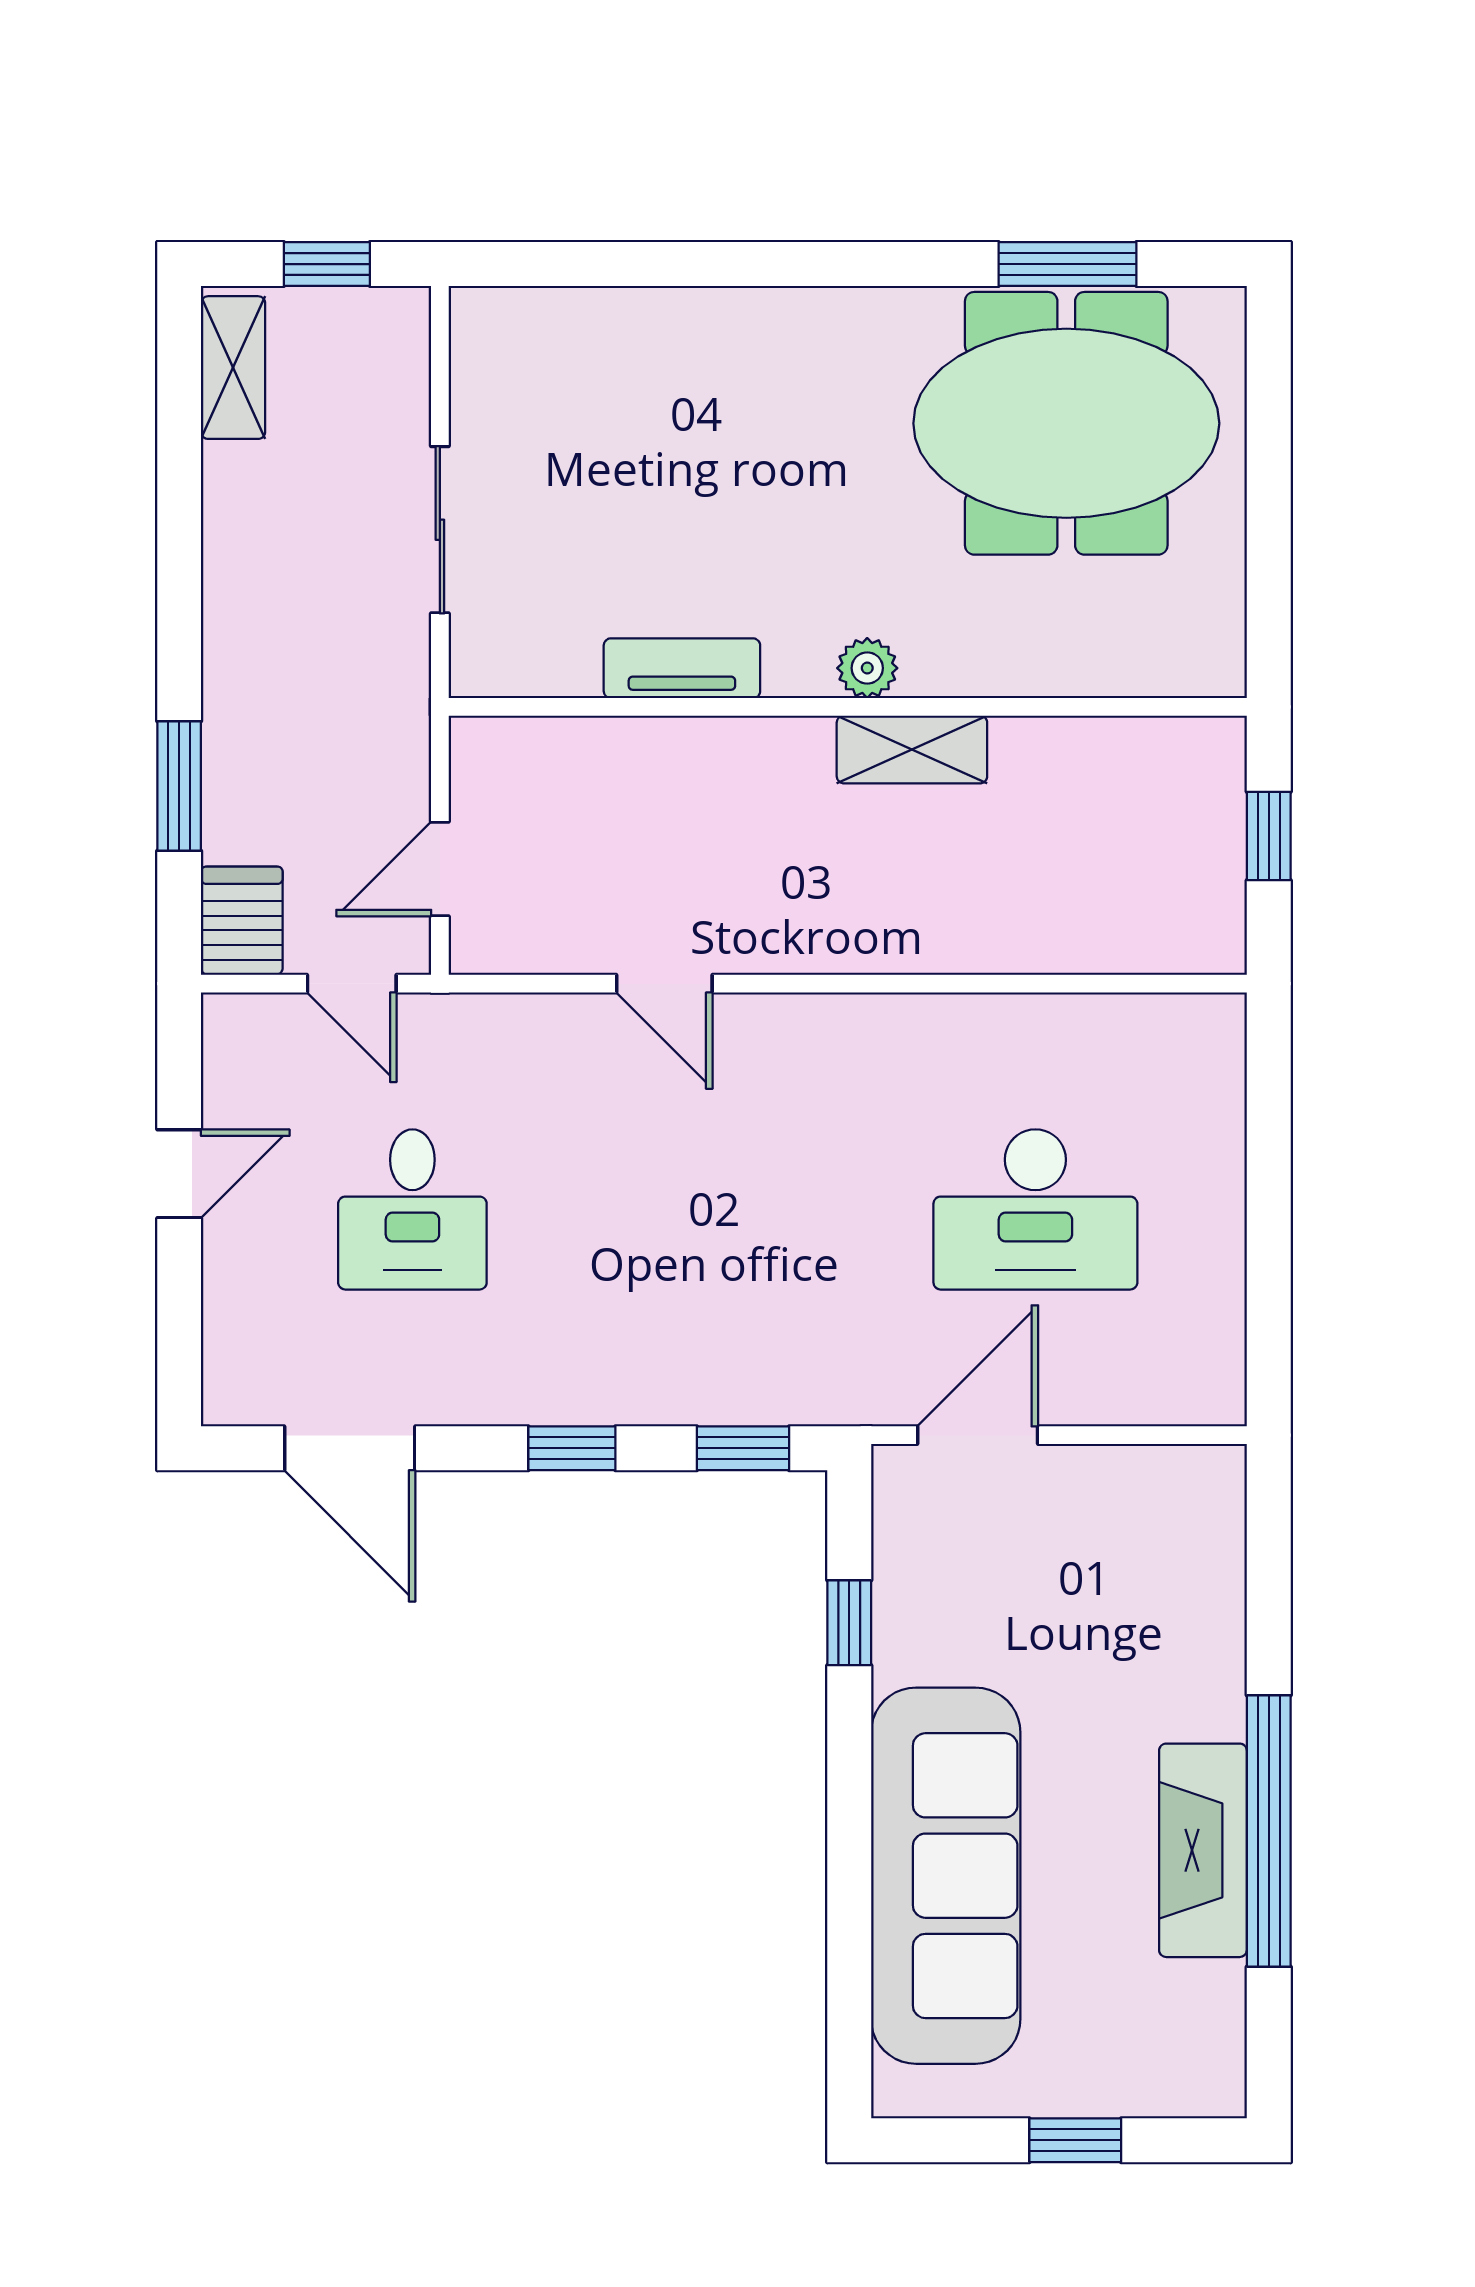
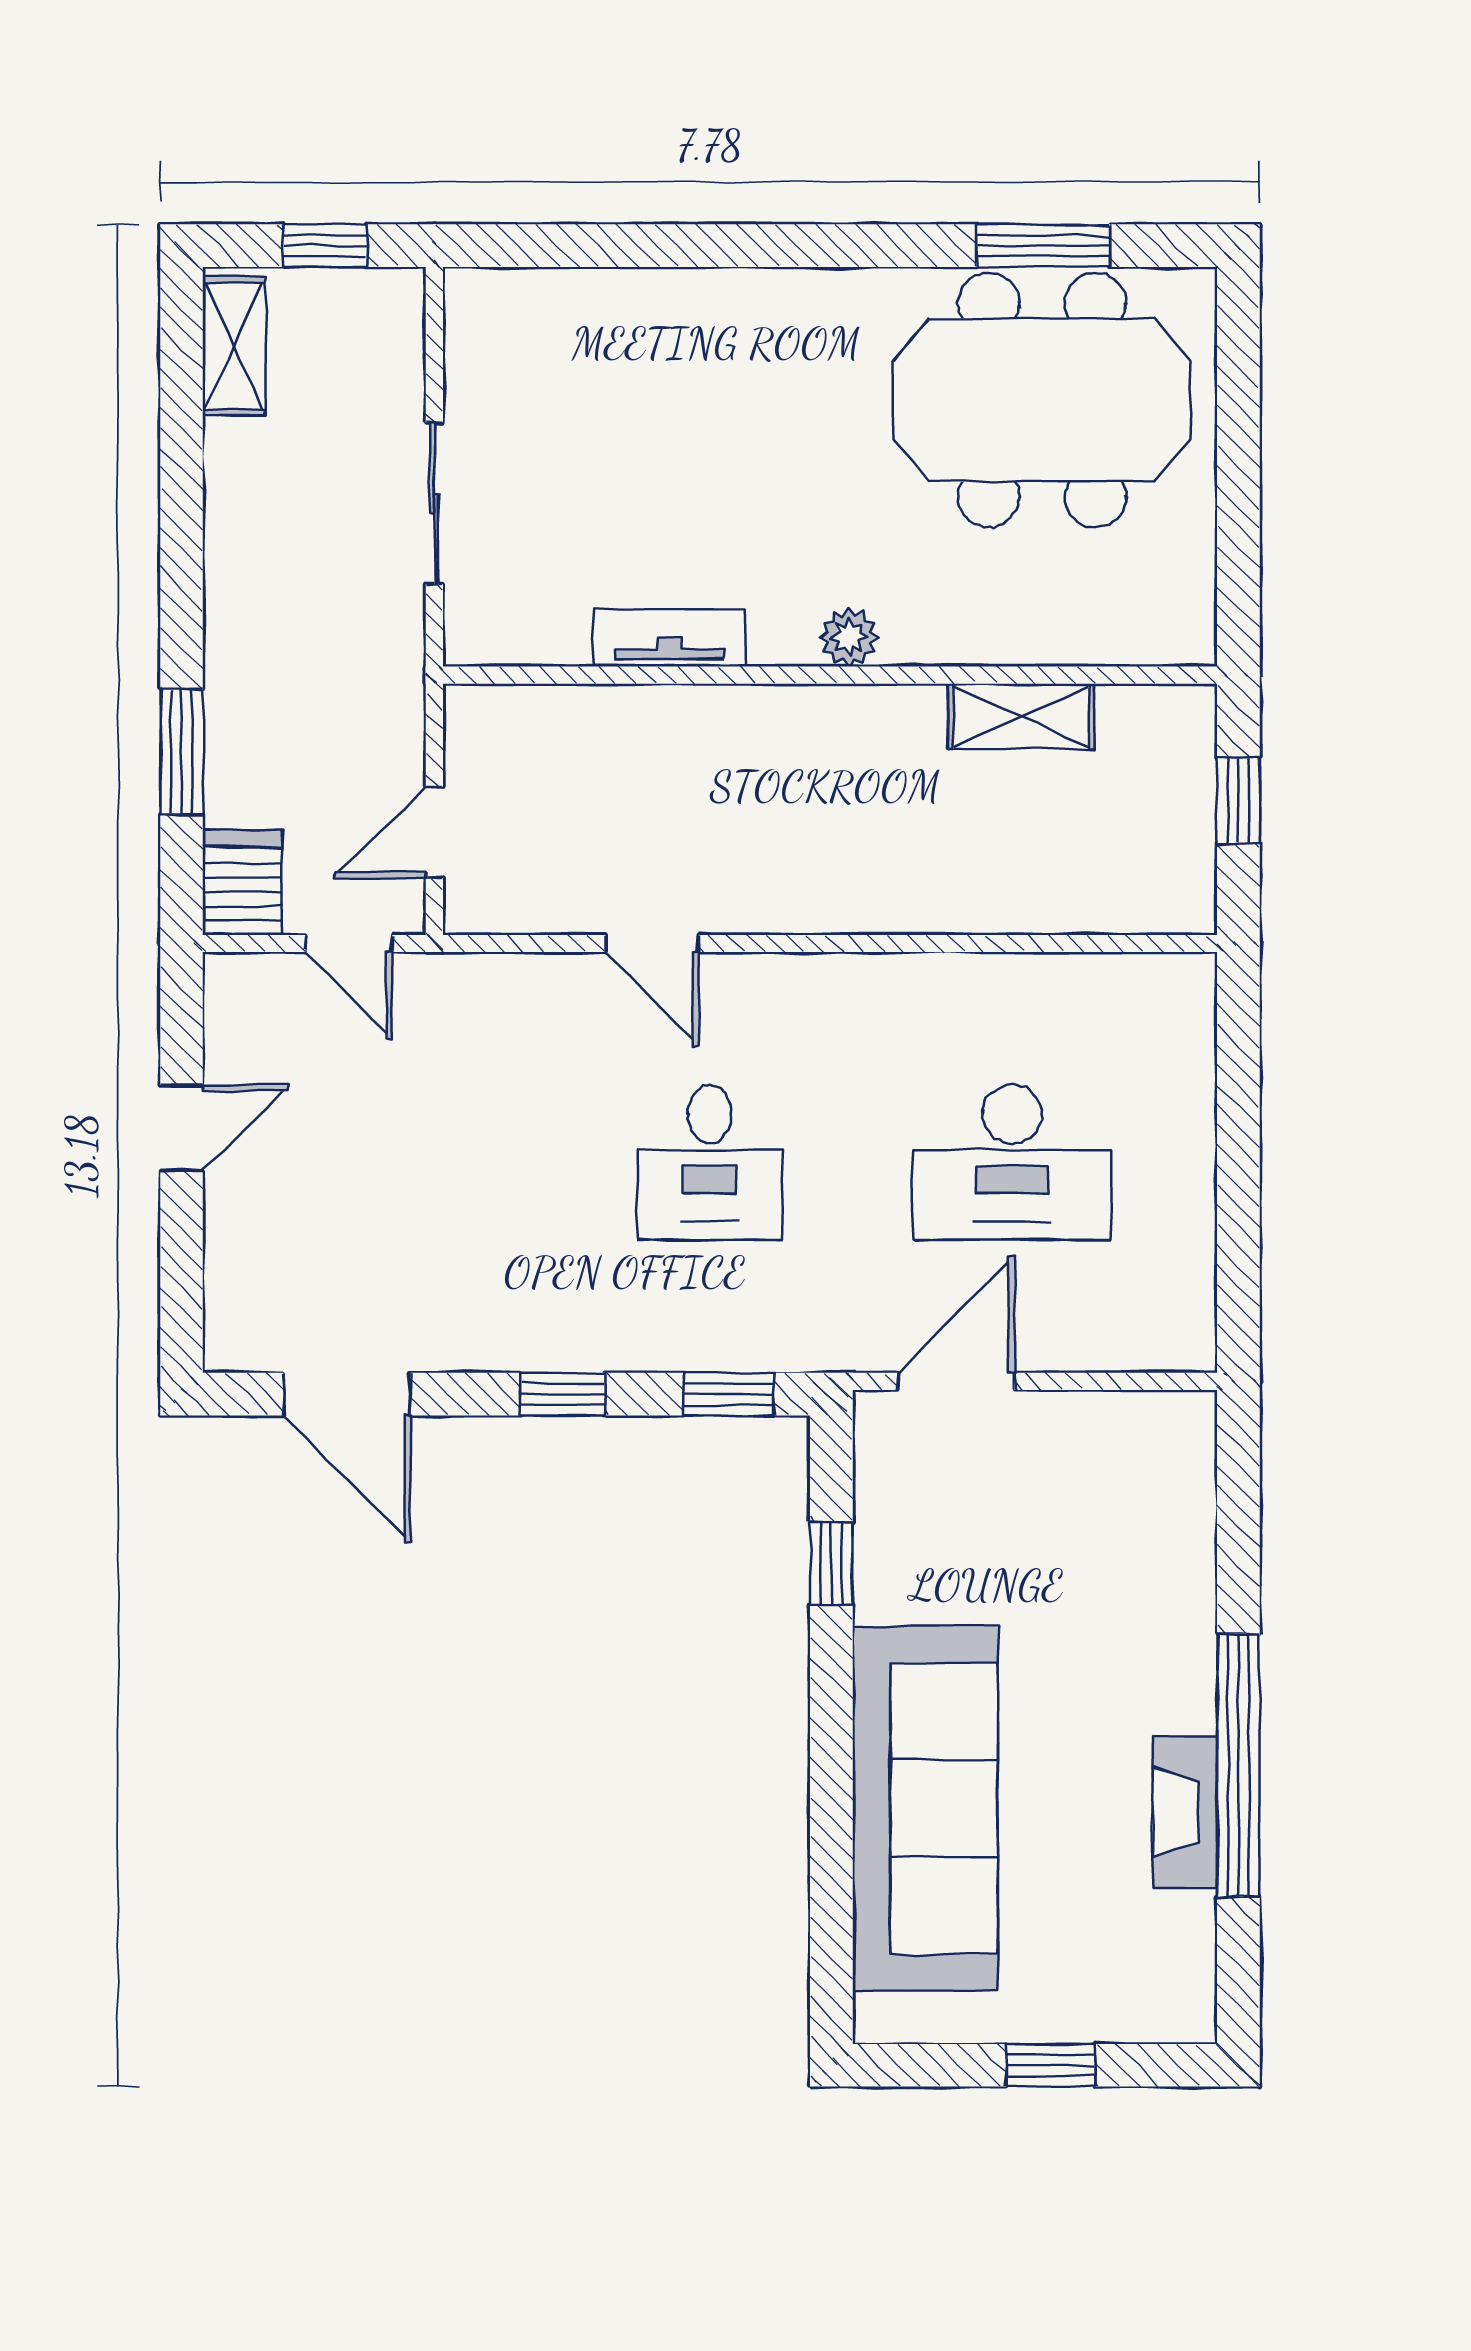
shelving: (912, 749) -> (1021, 716), moved
desk: (412, 1209) -> (710, 1162), moved
fireplace: (1203, 1850) -> (1185, 1812), width x0.73, depth x0.76

